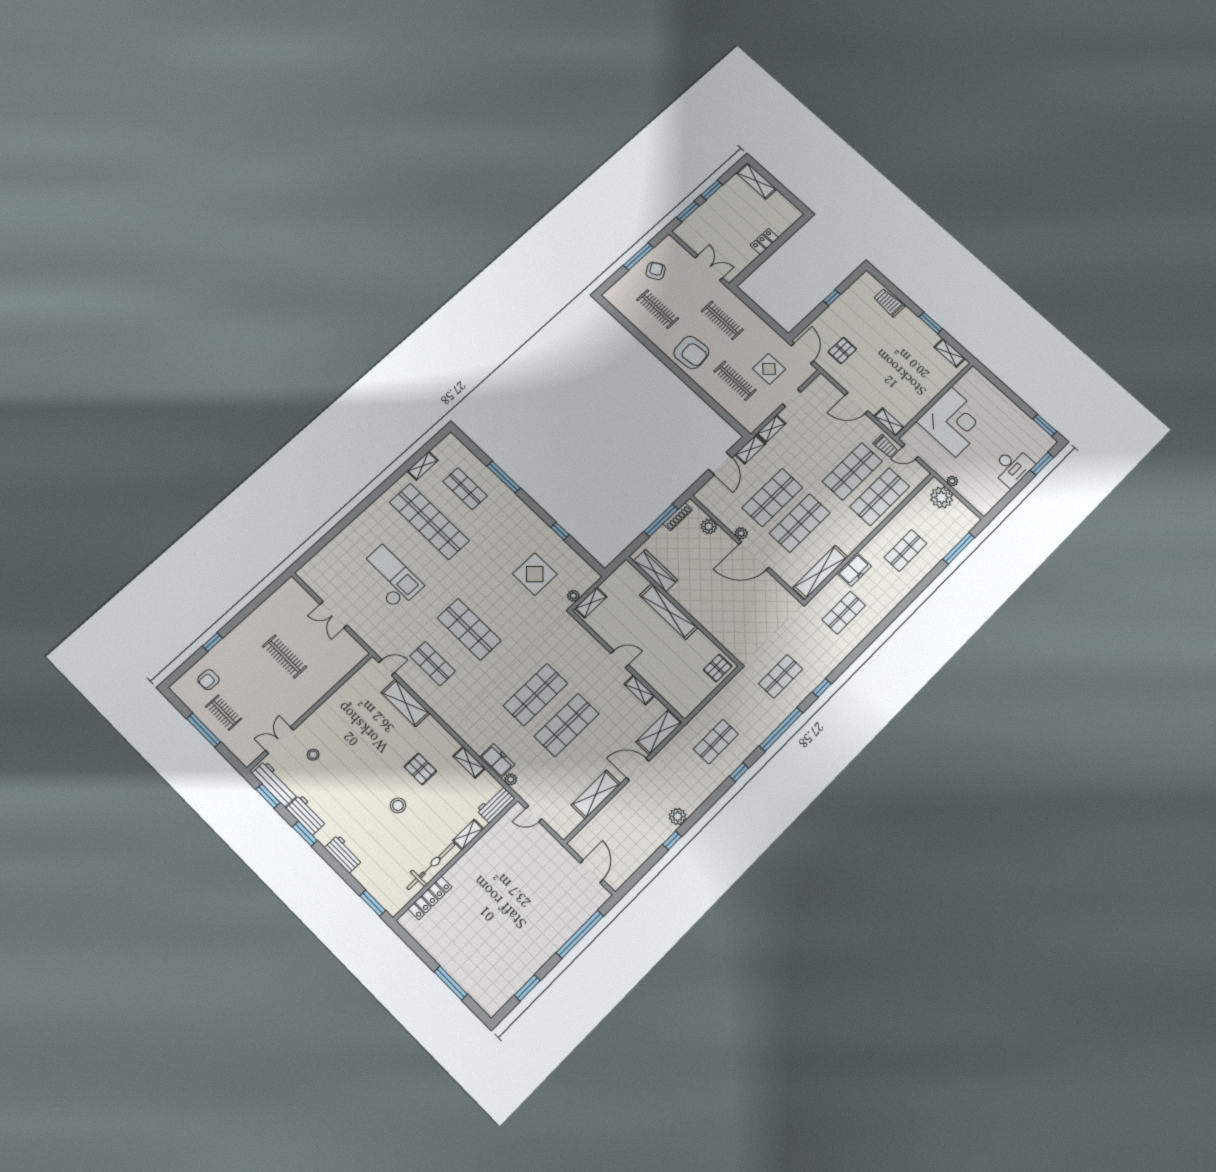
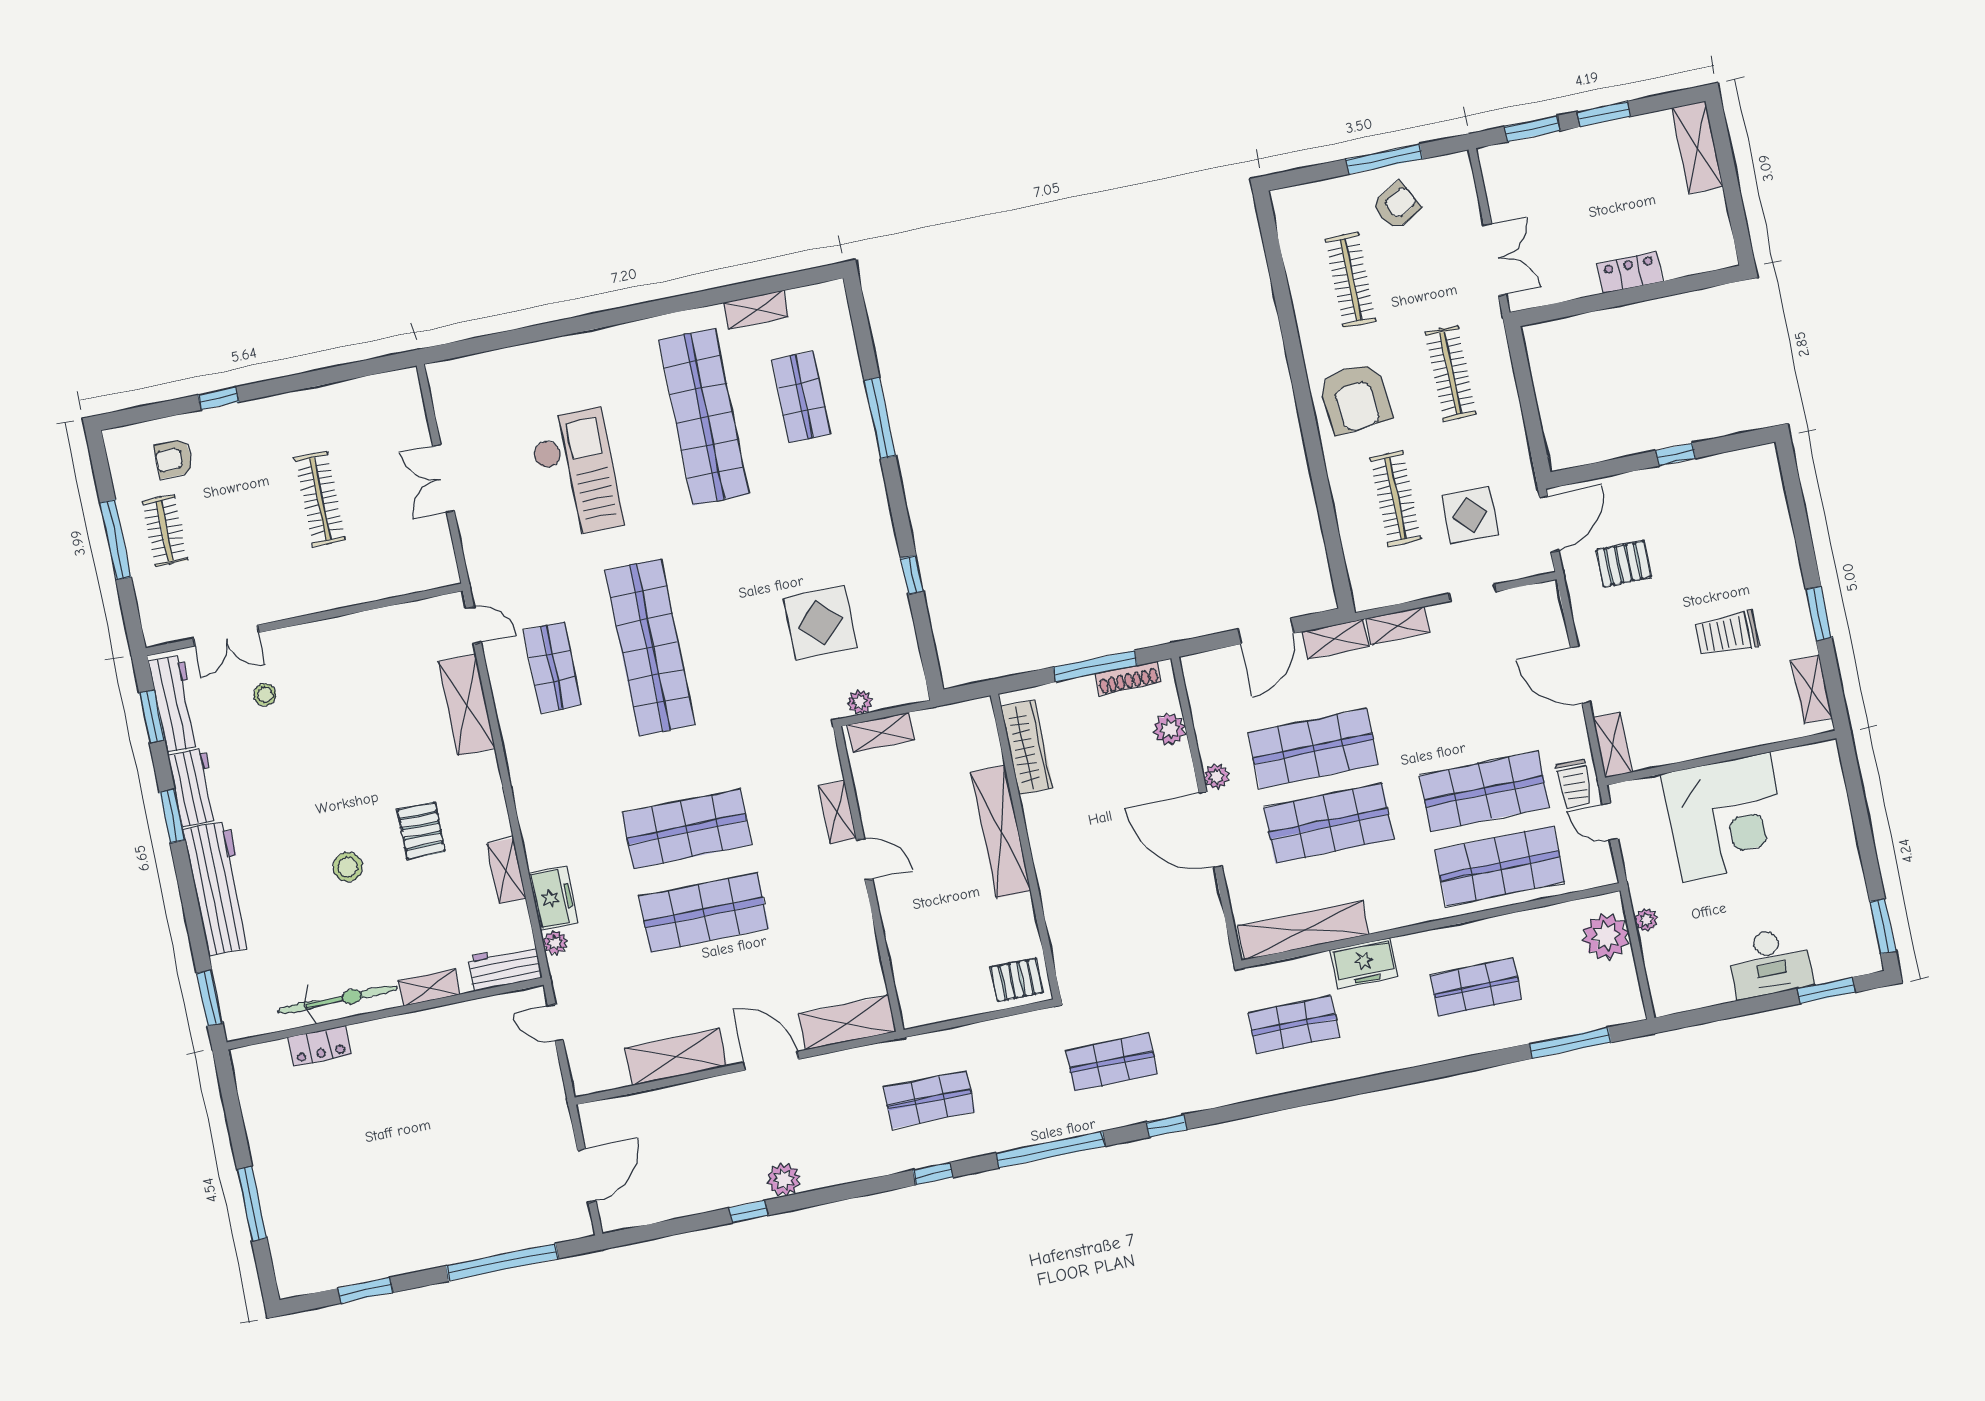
trolley: (889, 303) -> (1727, 634), moved, turned -90
shop shelf: (469, 629) -> (650, 647), width x1.40
shelving: (639, 690) -> (838, 812), moved
double door: (279, 740) -> (226, 636), swing flipped
workbench: (344, 854) -> (219, 888), width x1.88, depth x1.32
locker: (430, 898) -> (320, 1046), width x0.66

